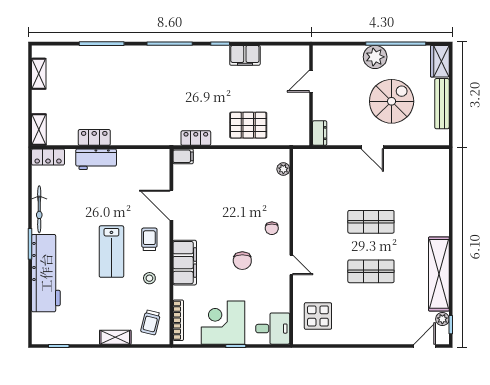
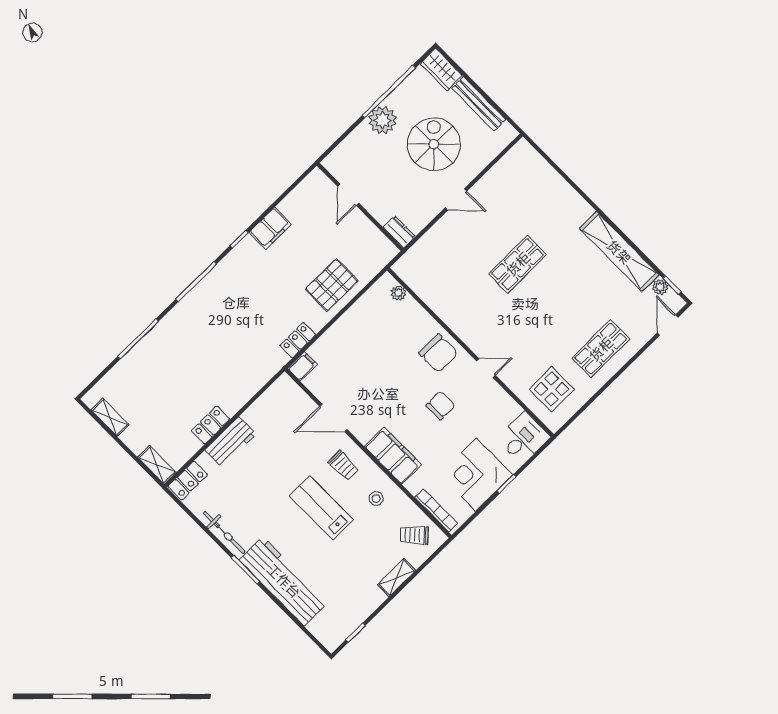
chair: (272, 228) -> (438, 353), width x1.87, depth x1.87
trolley: (149, 239) -> (343, 465), turned 180
lab bench: (111, 252) -> (321, 508), turned 180
chair: (242, 261) -> (441, 406), turned -90
shop shelf: (371, 271) -> (601, 349), moved
trolley: (151, 322) -> (414, 535), turned 123

